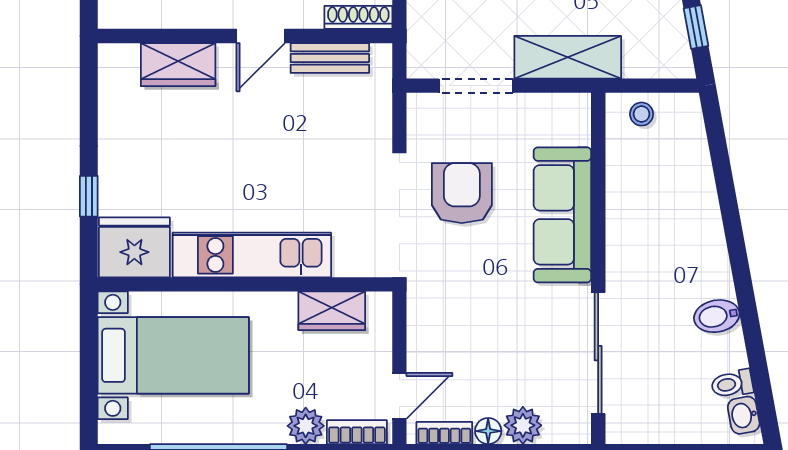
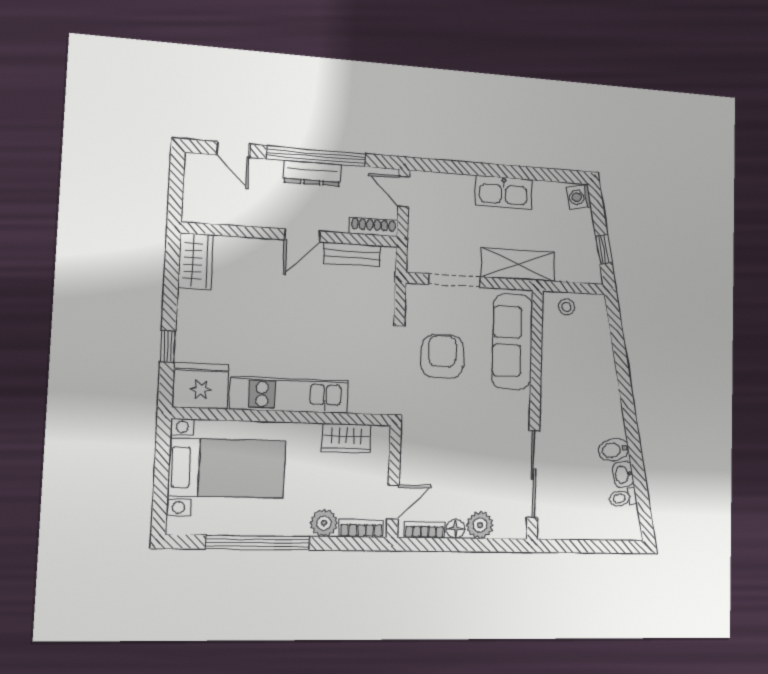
wardrobe: (178, 65) -> (196, 261), moved, turned -90
sofa: (562, 215) -> (512, 341), moved
washbasin: (744, 415) -> (623, 474), moved

